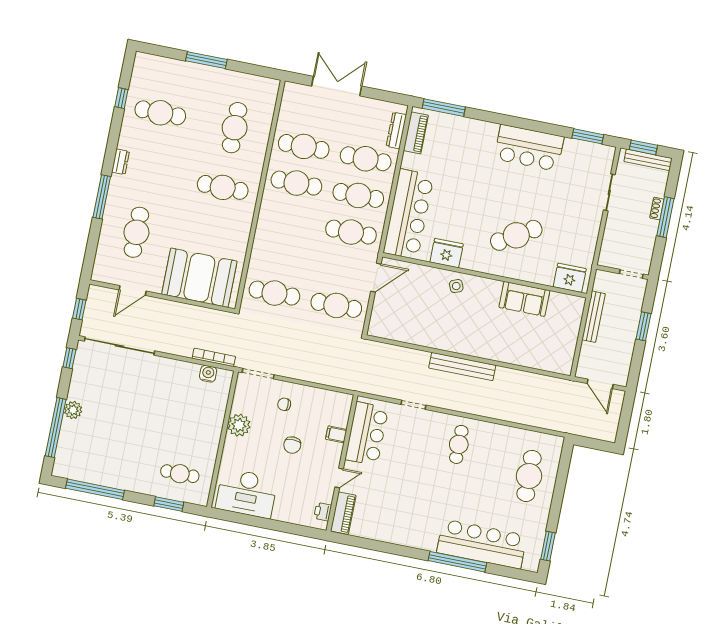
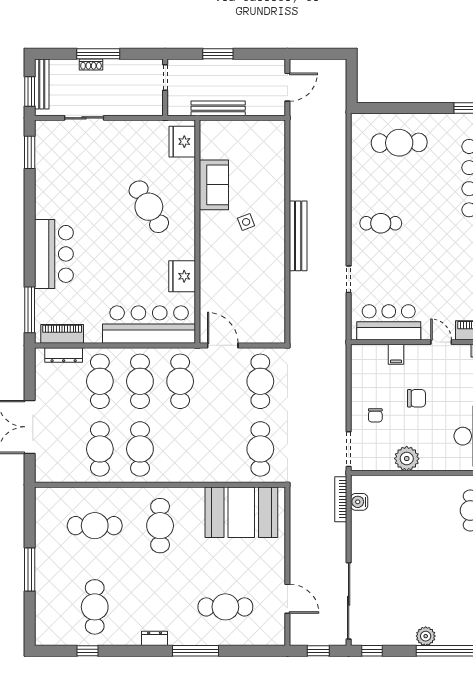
bar counter: (529, 148) -> (54, 254), moved
booth: (199, 278) -> (241, 512), moved, turned 90
side table: (456, 286) -> (246, 222), moved

